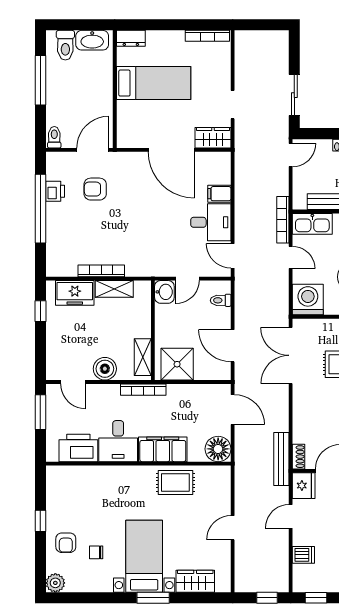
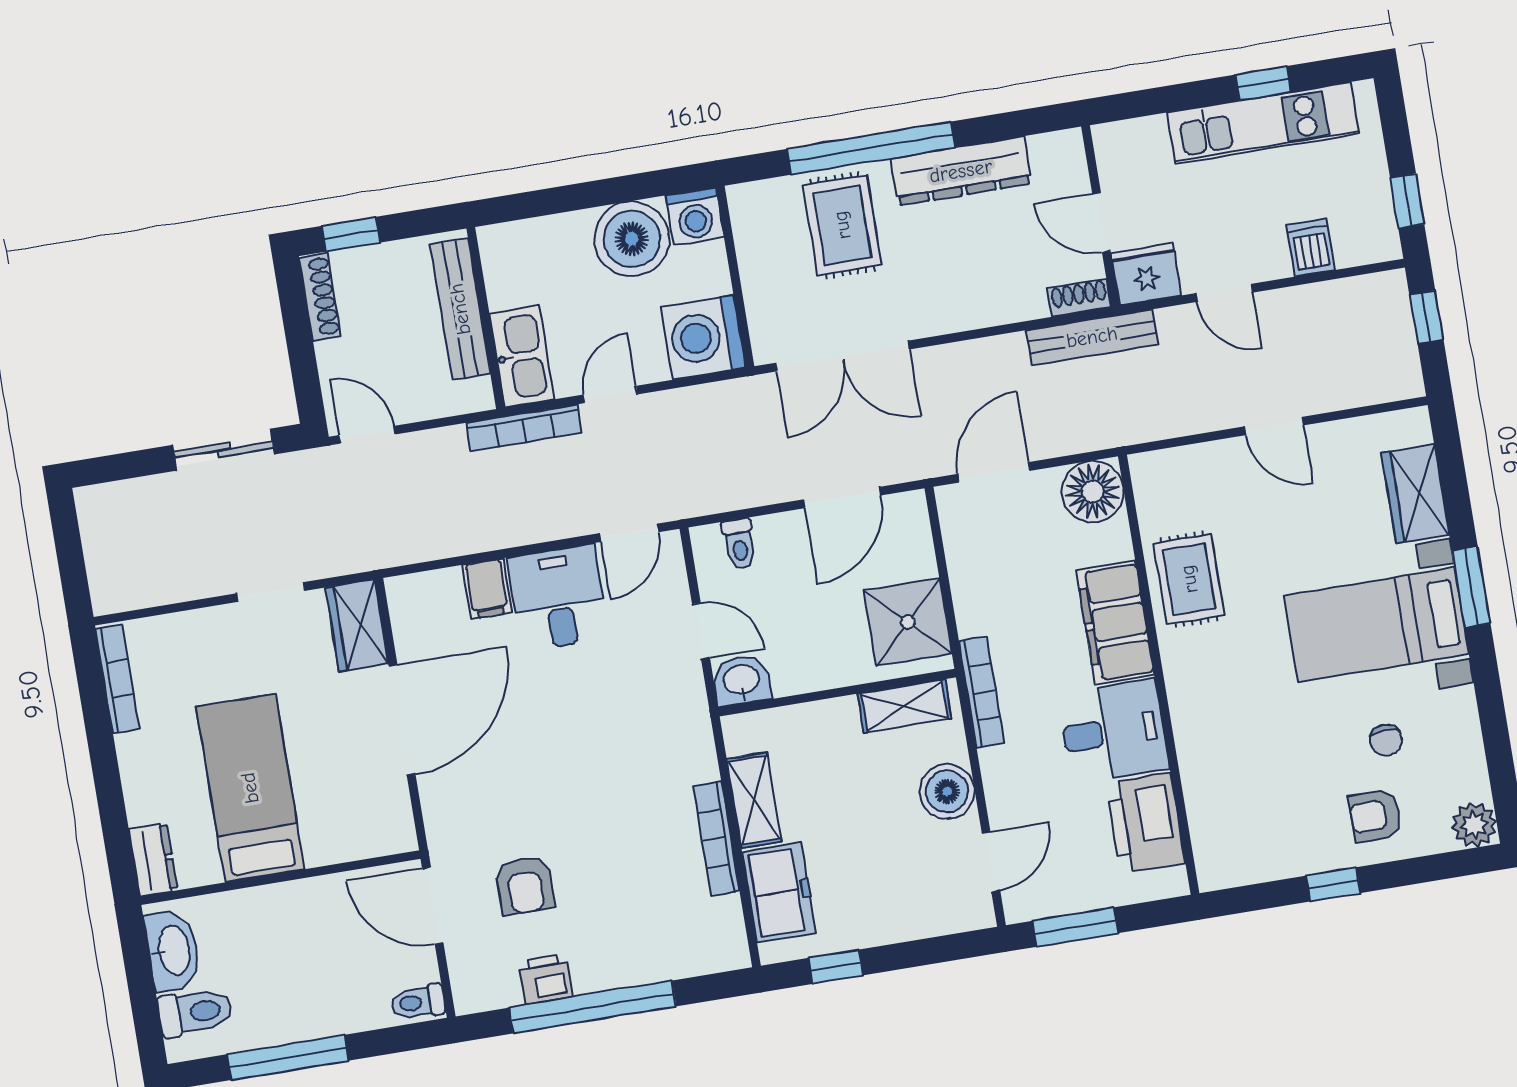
armchair: (66, 543) -> (1375, 816), turned 180

